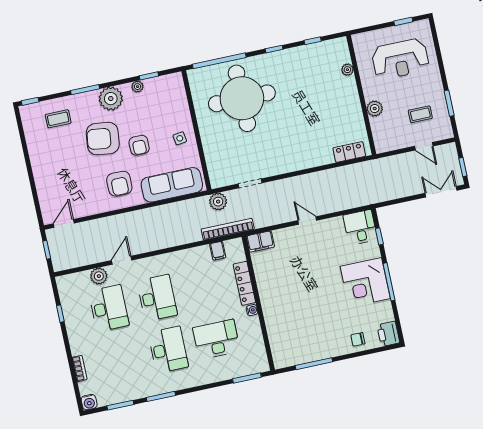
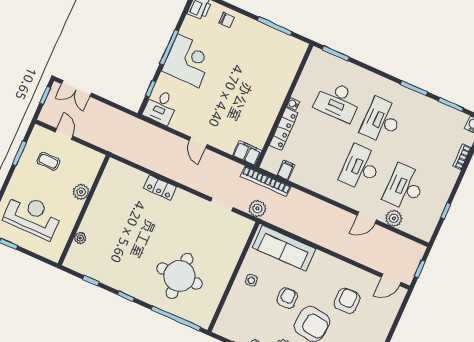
round table: (242, 98) -> (179, 276), width x0.73, depth x0.73
locker: (349, 152) -> (160, 187), moved
armchair: (119, 184) -> (347, 301), moved

